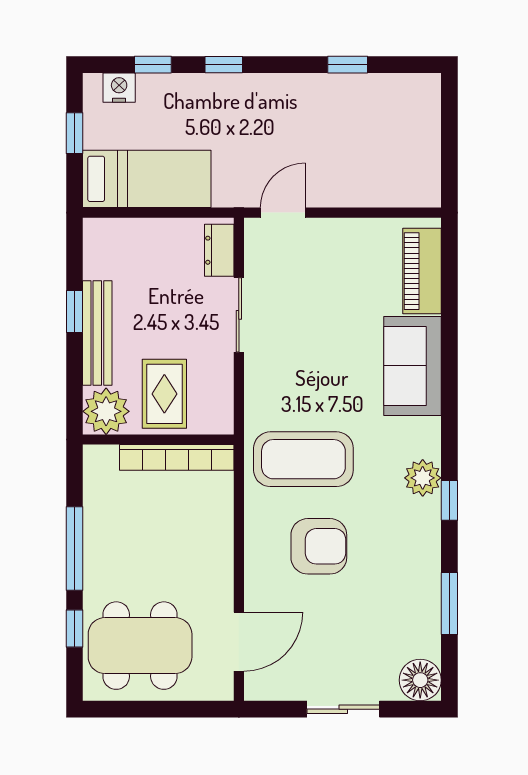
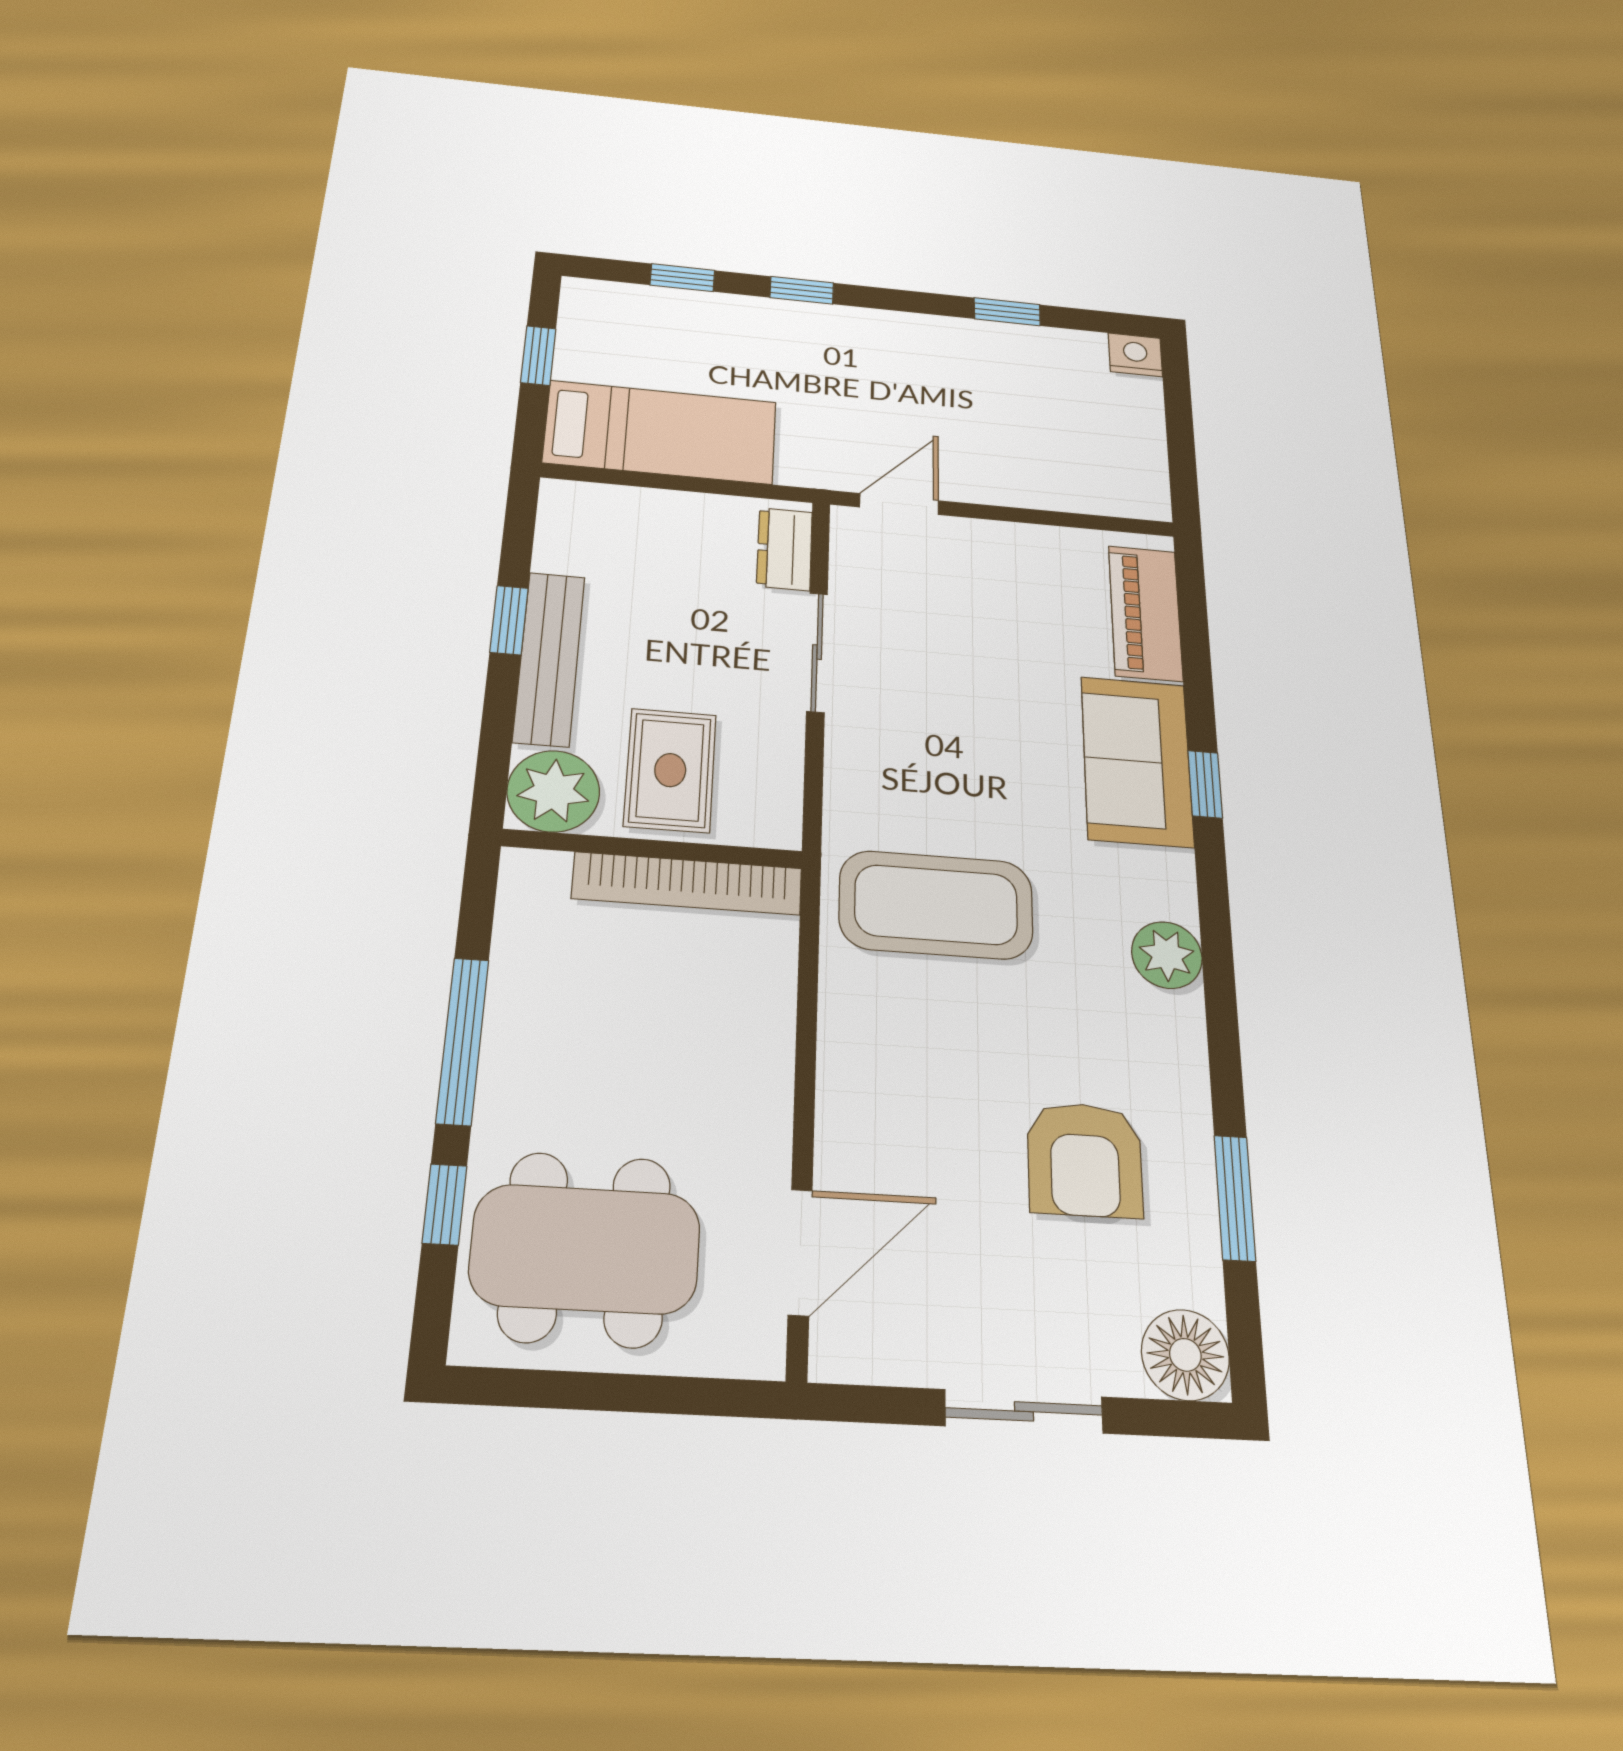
nightstand: (119, 88) -> (1135, 355), moved
window: (449, 500) -> (1205, 784), moved
armchair: (319, 546) -> (1085, 1160), moved, turned 90

